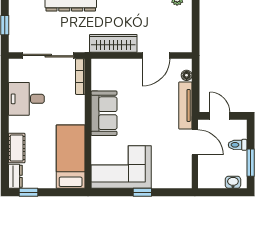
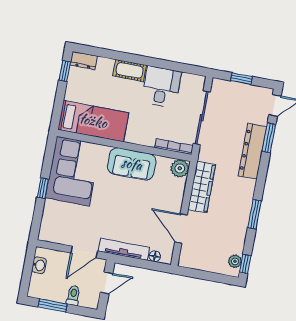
plant: (100, 67) -> (180, 168), added
cot: (17, 148) -> (130, 70), moved
washbasin: (233, 182) -> (39, 265), moved

